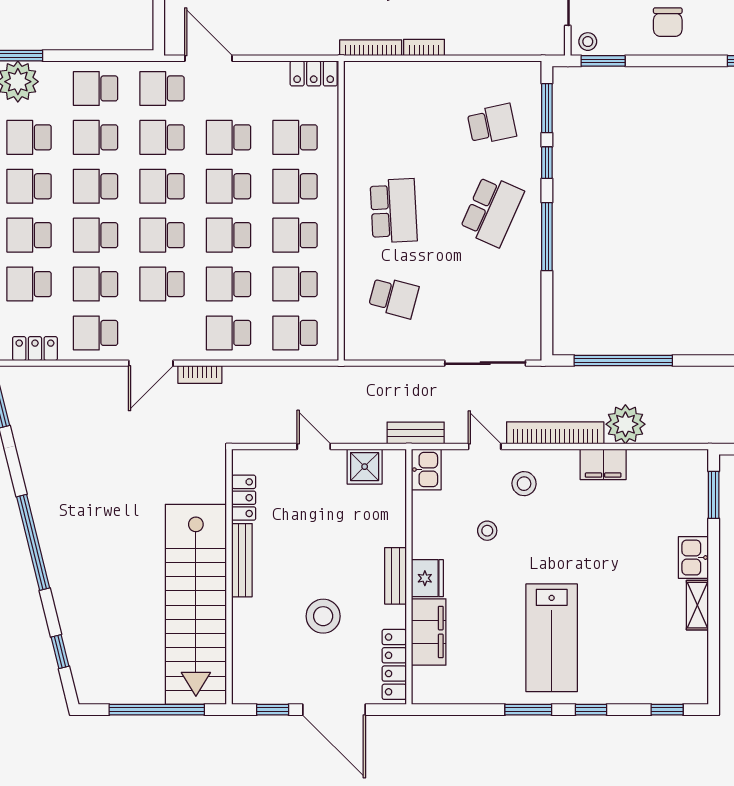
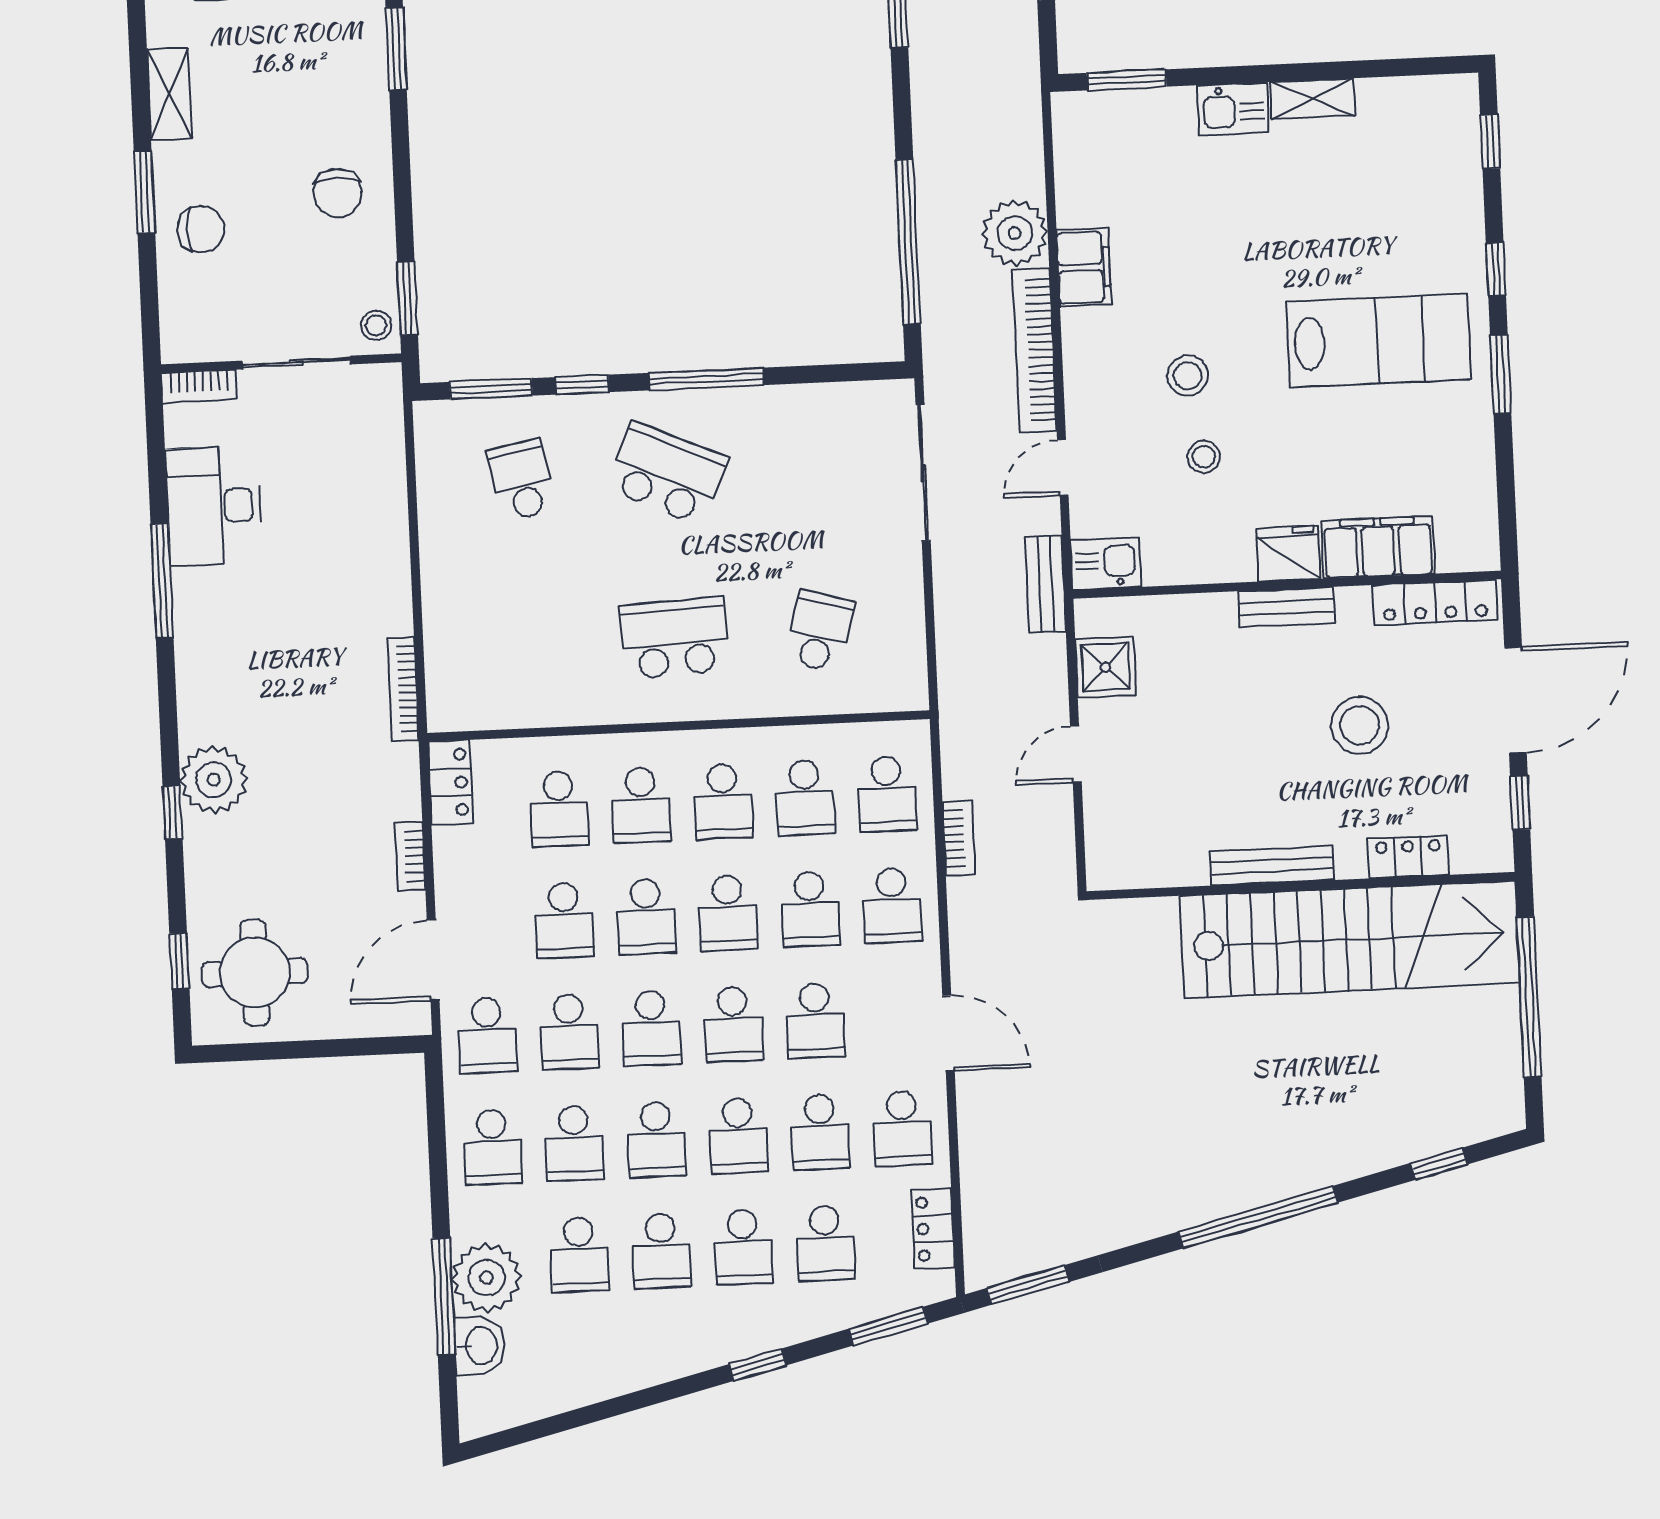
chair: (668, 22) -> (338, 193), turned 90
bookcase: (424, 48) -> (410, 856), moved
bookcase: (200, 375) -> (959, 838), moved
stool: (524, 484) -> (1188, 376), moved
locker: (244, 498) -> (1408, 857), moved

